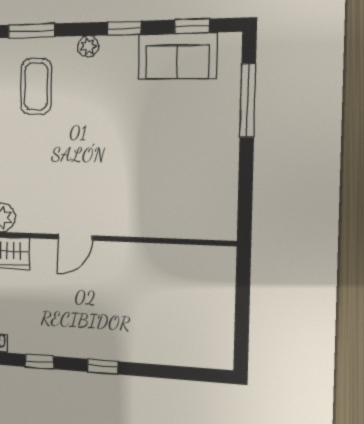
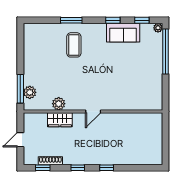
plant: (88, 46) -> (158, 28), moved
sofa: (177, 56) -> (123, 33), moved
window: (248, 100) -> (166, 52), width x1.46

